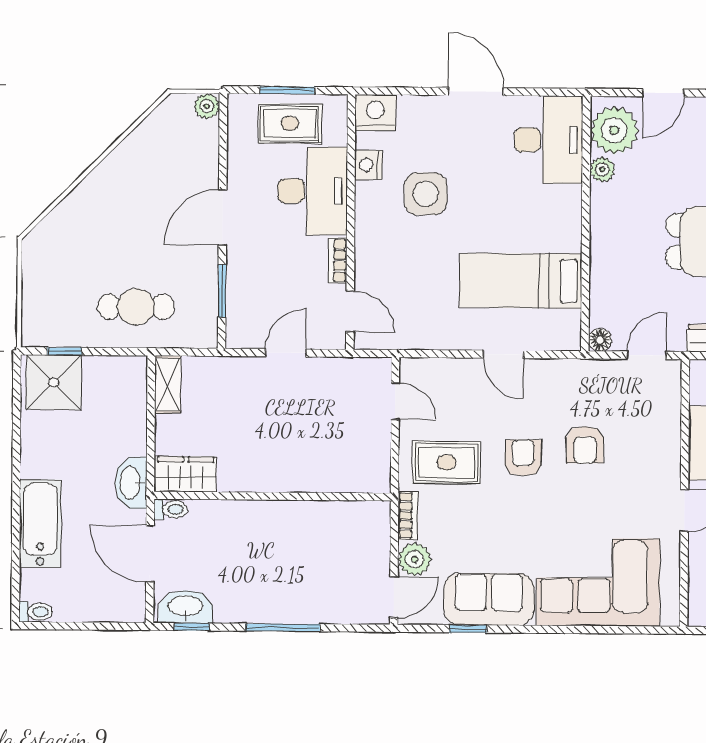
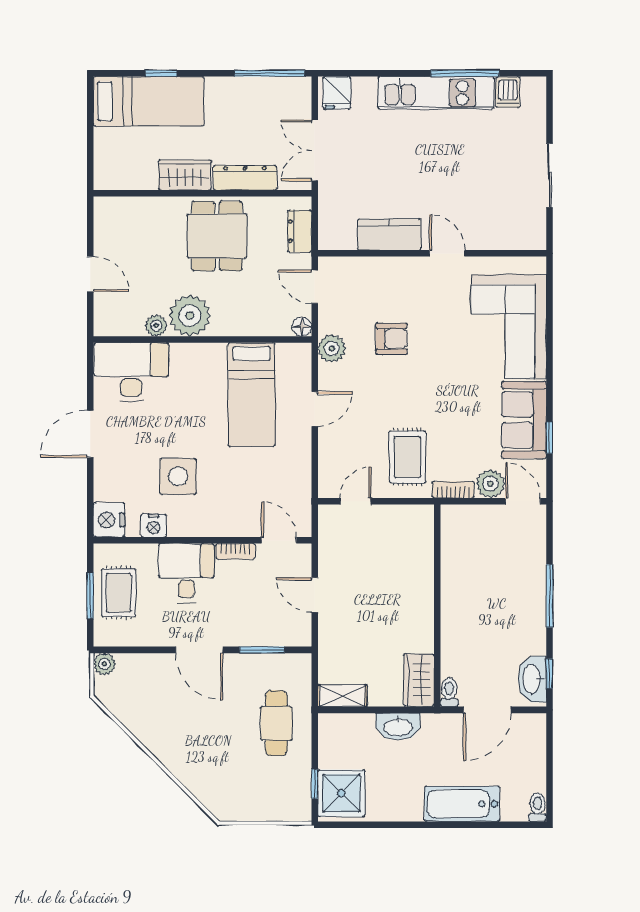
plant: (614, 130) -> (190, 316), moved
desk: (313, 191) -> (186, 573), width x0.73
door: (350, 311) -> (279, 540), hinge flipped
plant: (574, 375) -> (332, 348), added
armchair: (523, 458) -> (403, 392), removed
washbasin: (131, 483) -> (398, 727), moved

